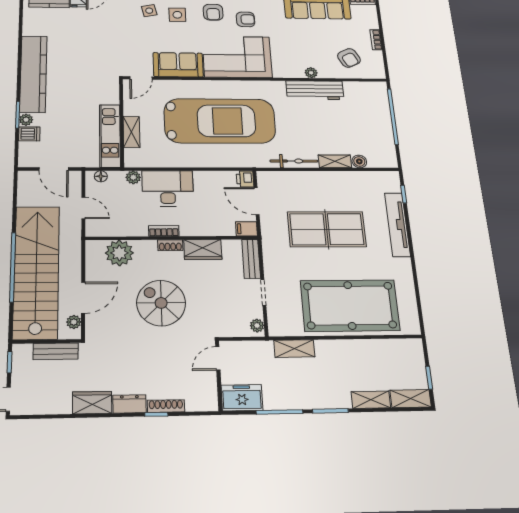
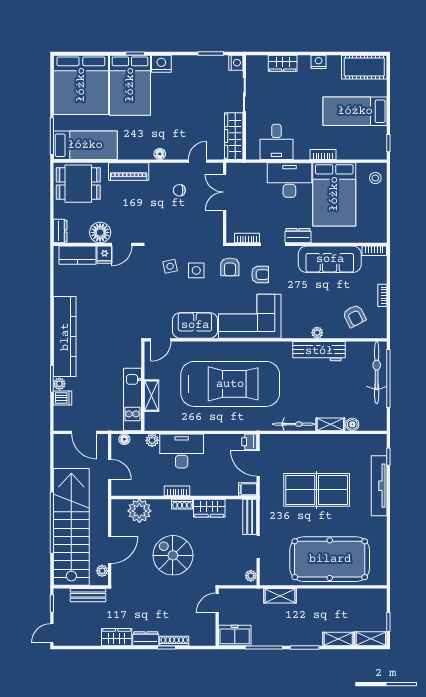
bicycle: (380, 111) -> (377, 373), added

